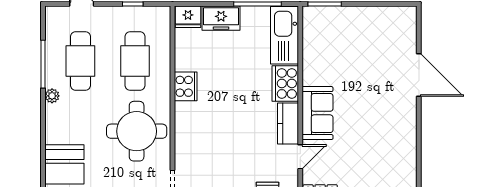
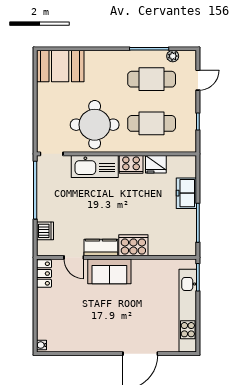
kitchen unit: (366, 16) -> (188, 311), added
fridge: (188, 17) -> (156, 164), moved, turned -90
kitchen sink: (285, 35) -> (95, 167), moved, turned 180
plant: (52, 96) -> (173, 56), moved

